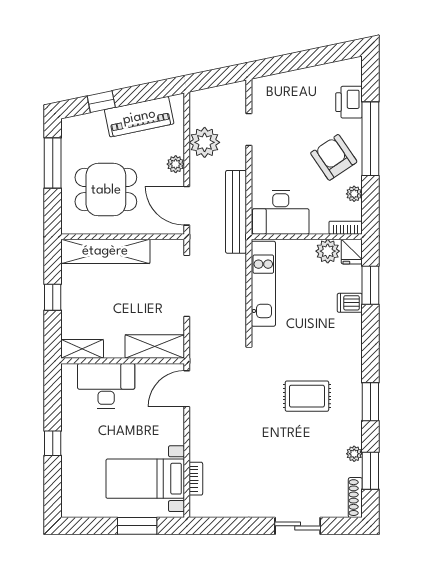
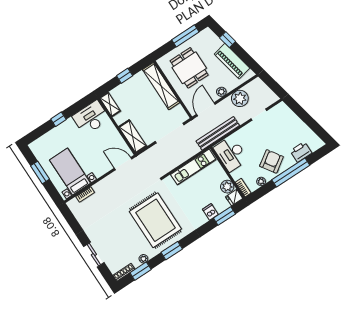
desk: (106, 386) -> (91, 118), moved, turned -90
rug: (307, 396) -> (155, 220), width x1.86, depth x2.06
window: (137, 526) -> (40, 172), moved

